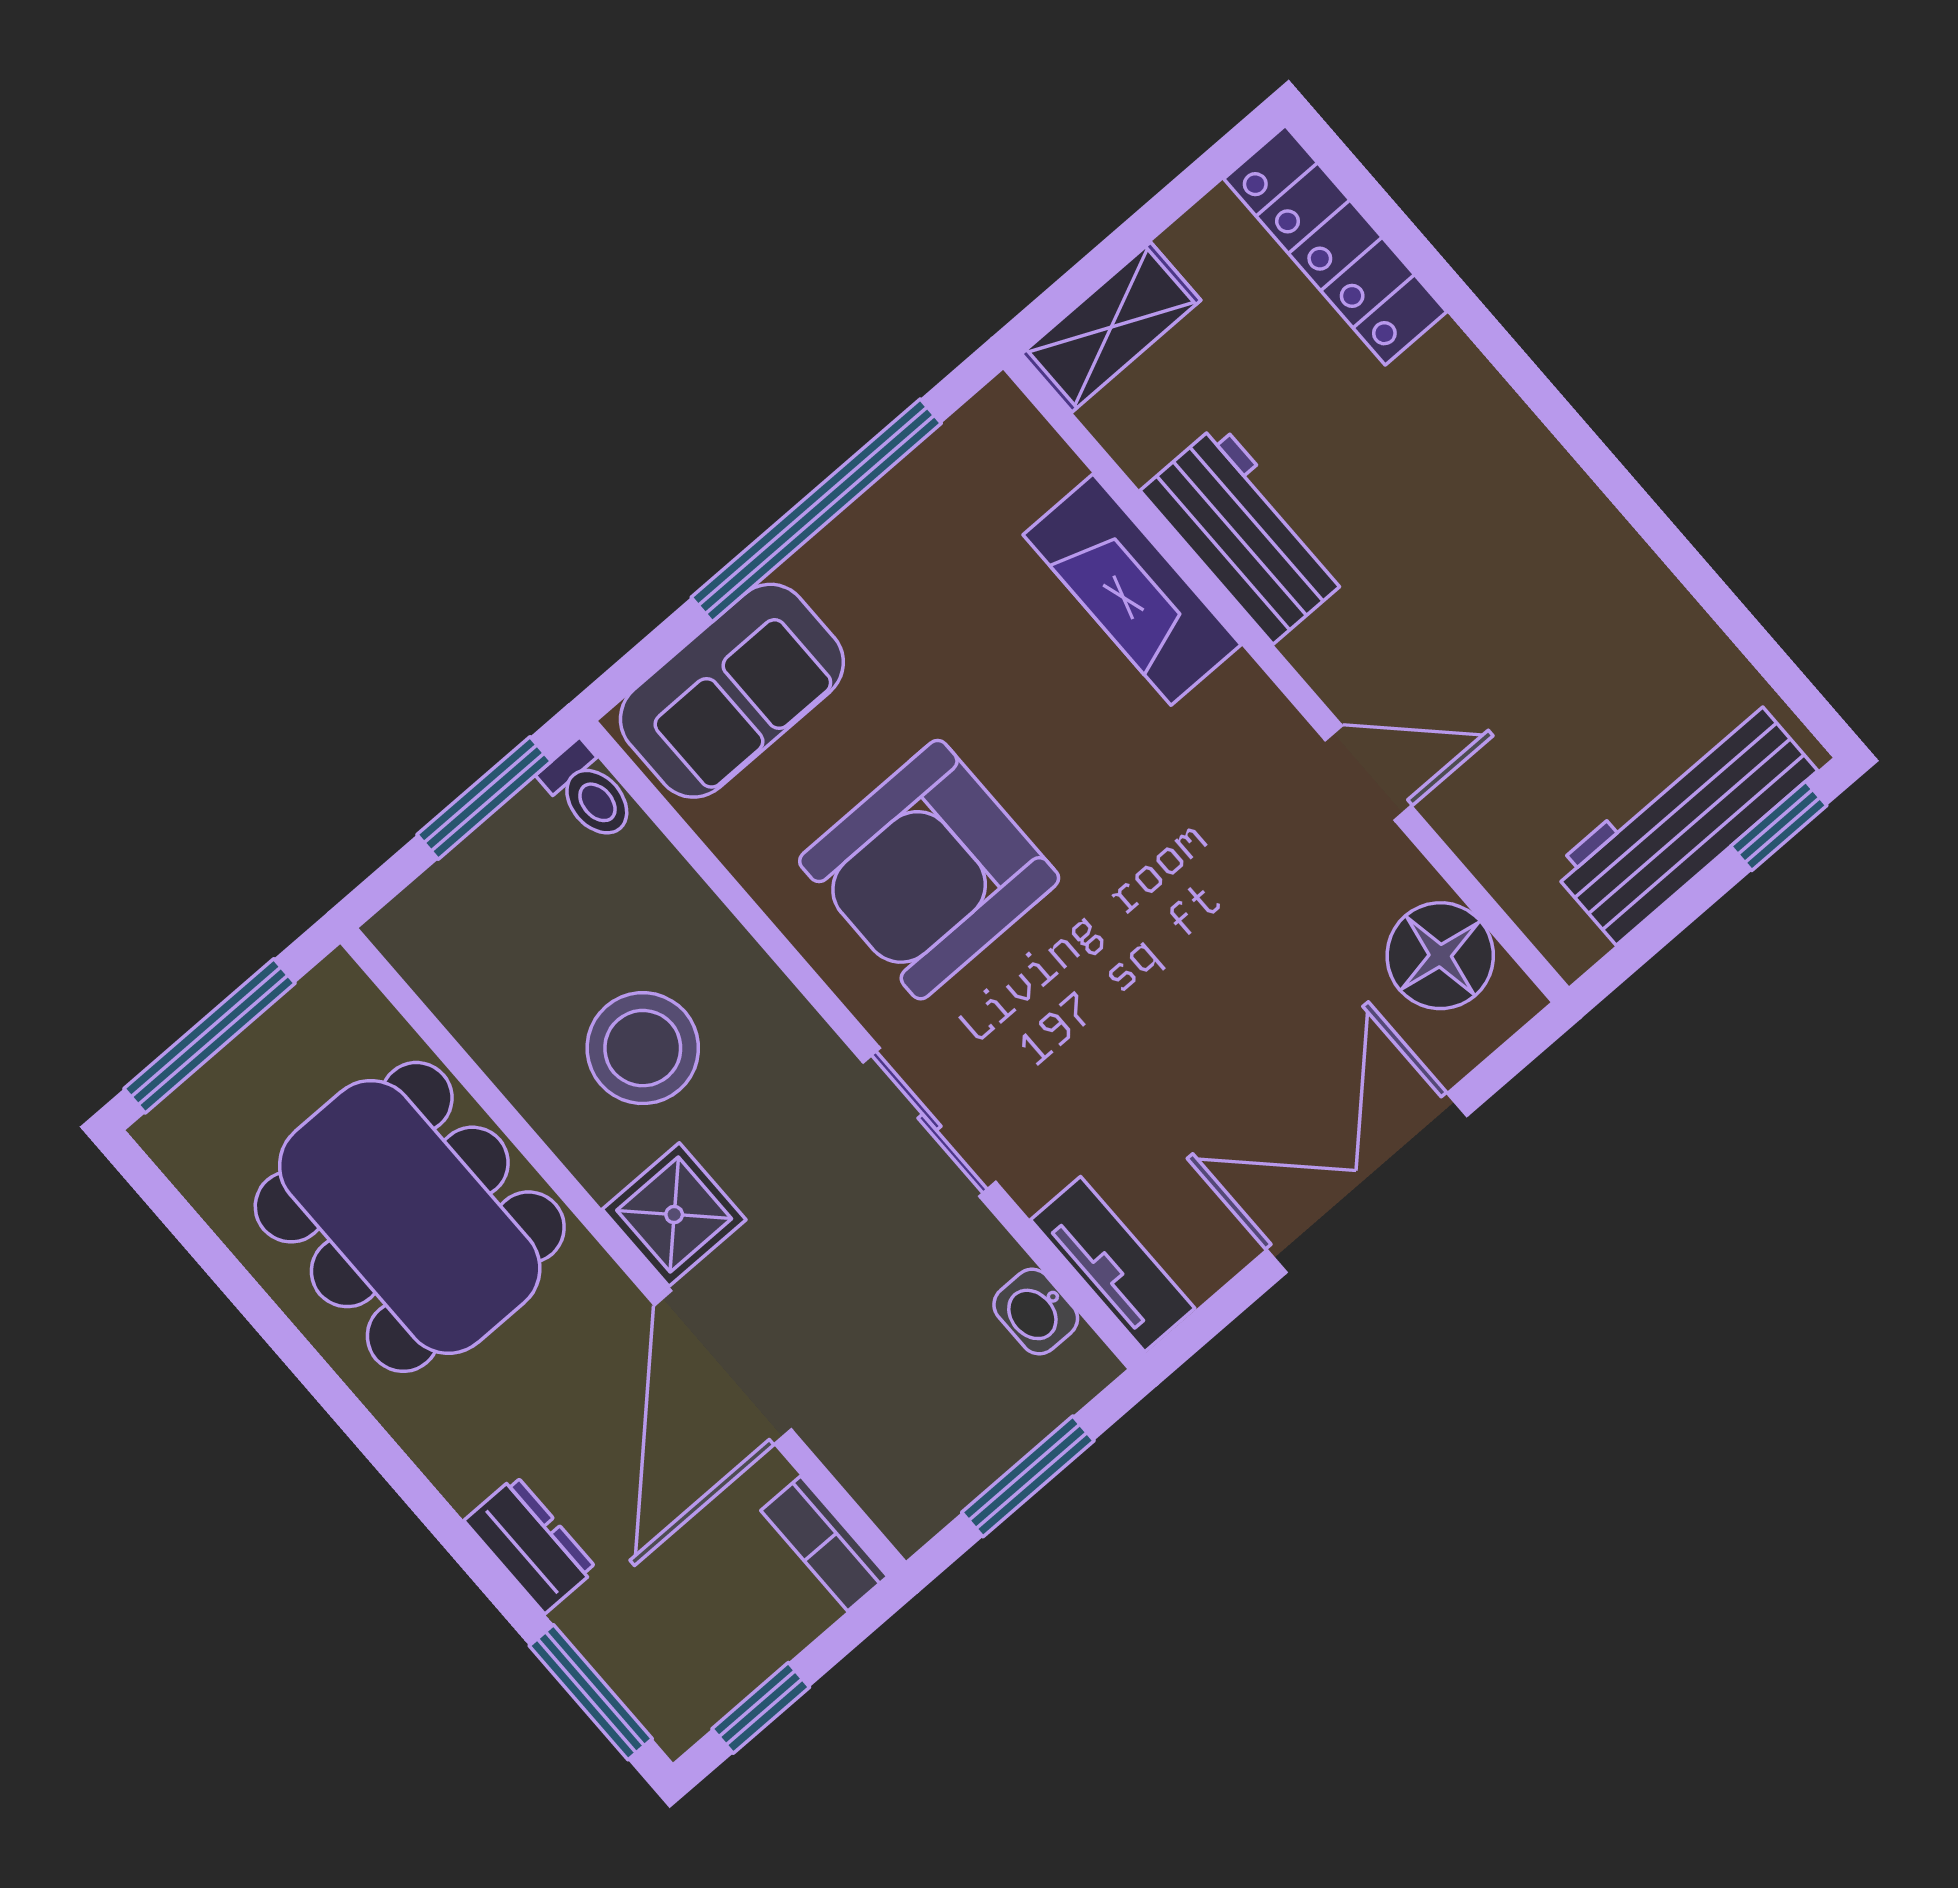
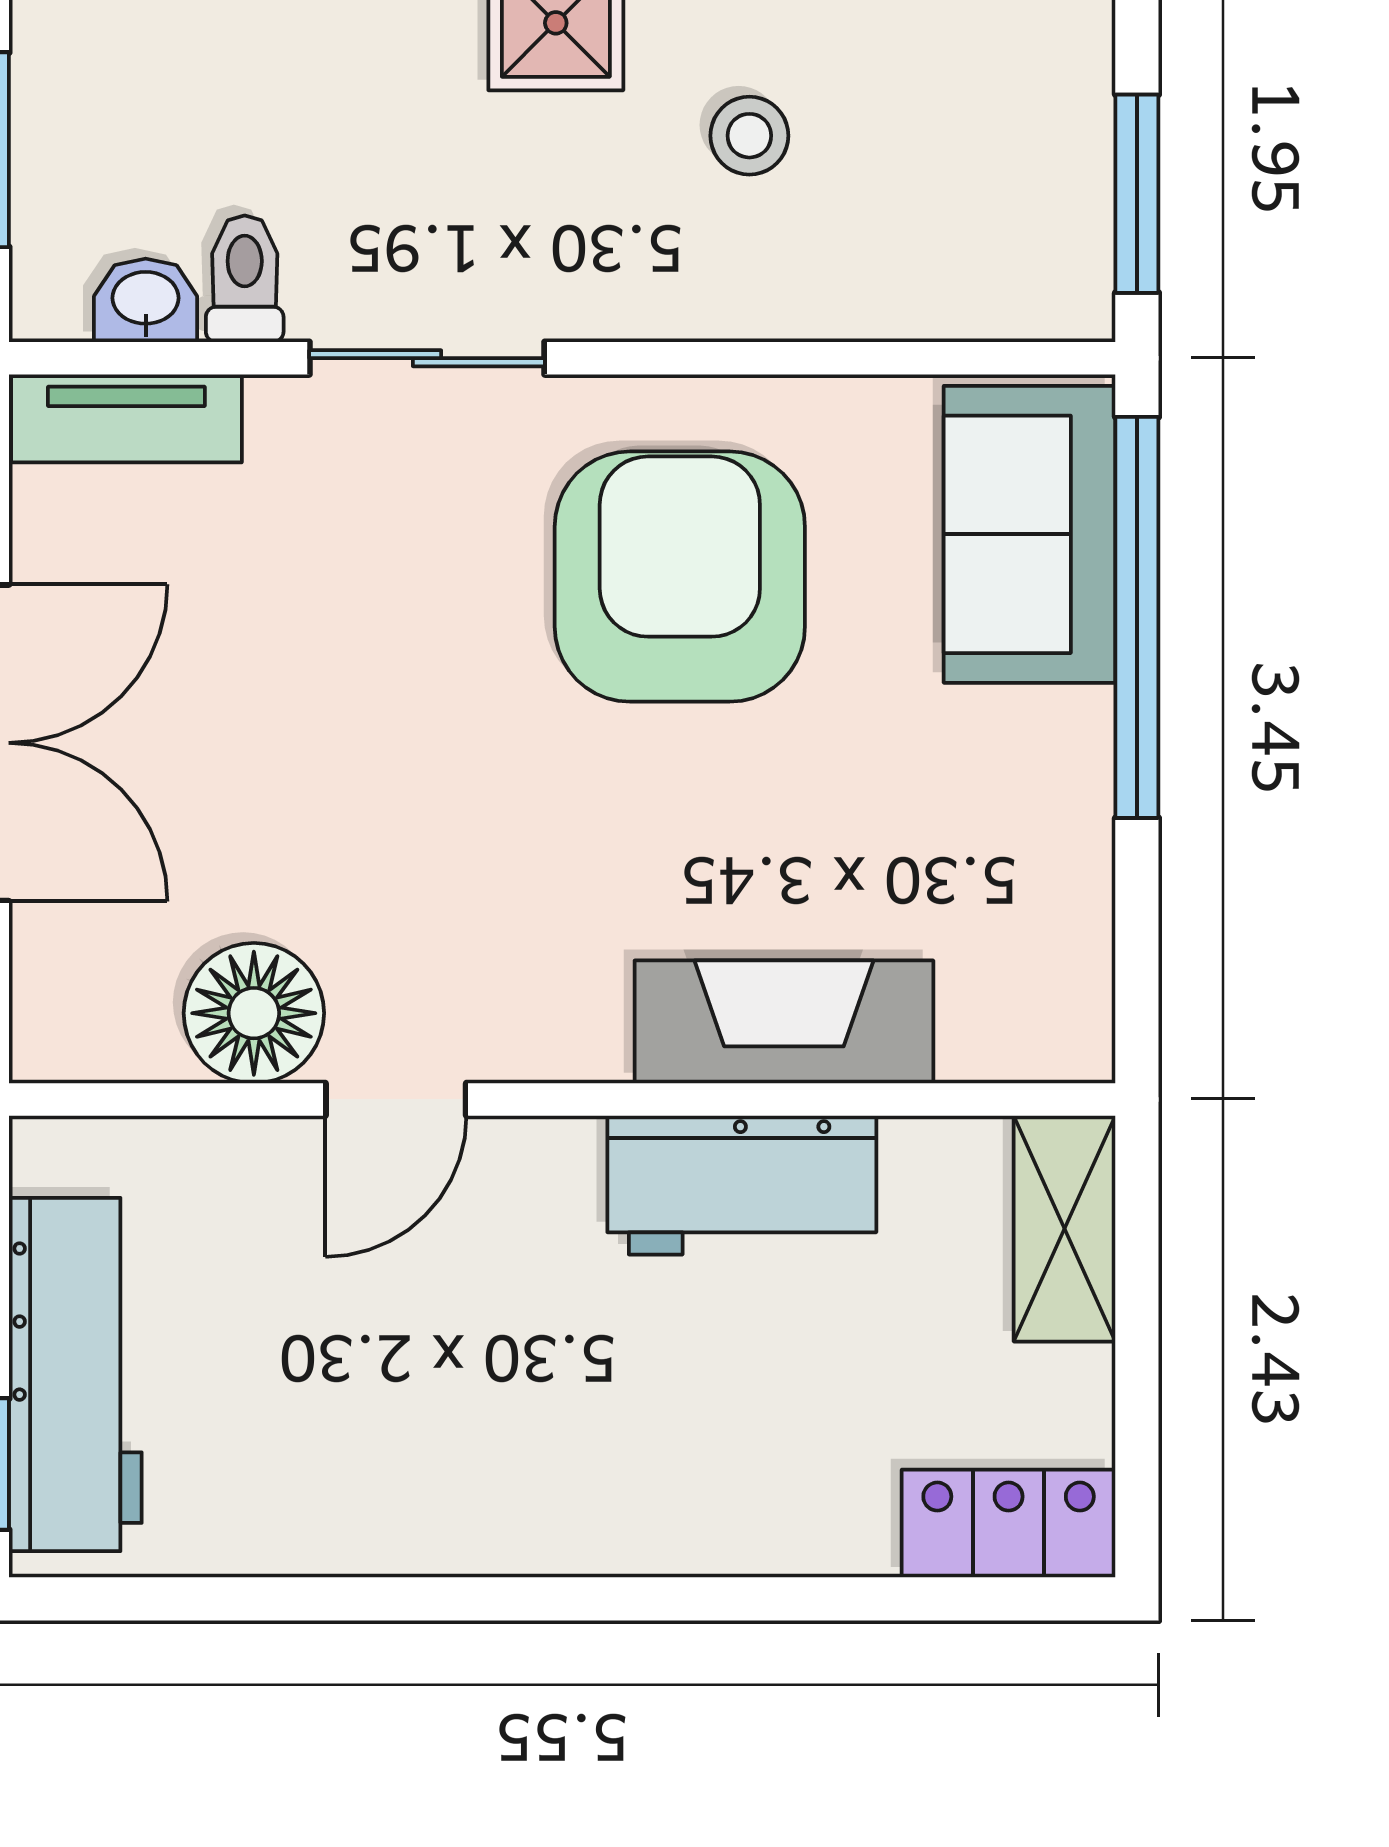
locker: (1335, 245) -> (1009, 1524), width x0.66
window: (816, 510) -> (1137, 617), moved
toilet: (589, 792) -> (245, 279), moved, turned 90
floor lamp: (1440, 956) -> (254, 1013), moved
stool: (643, 1048) -> (749, 136), width x0.53, depth x0.53

